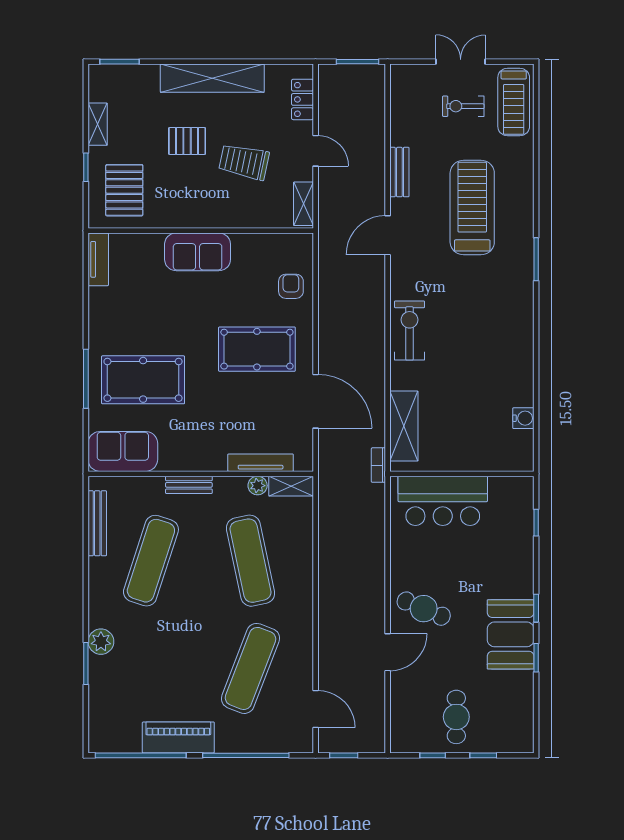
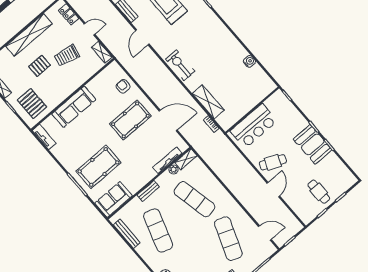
sofa: (198, 252) -> (74, 107), width x1.36
wall: (462, 474) -> (252, 110), moved
bar counter: (443, 501) -> (254, 126), moved

